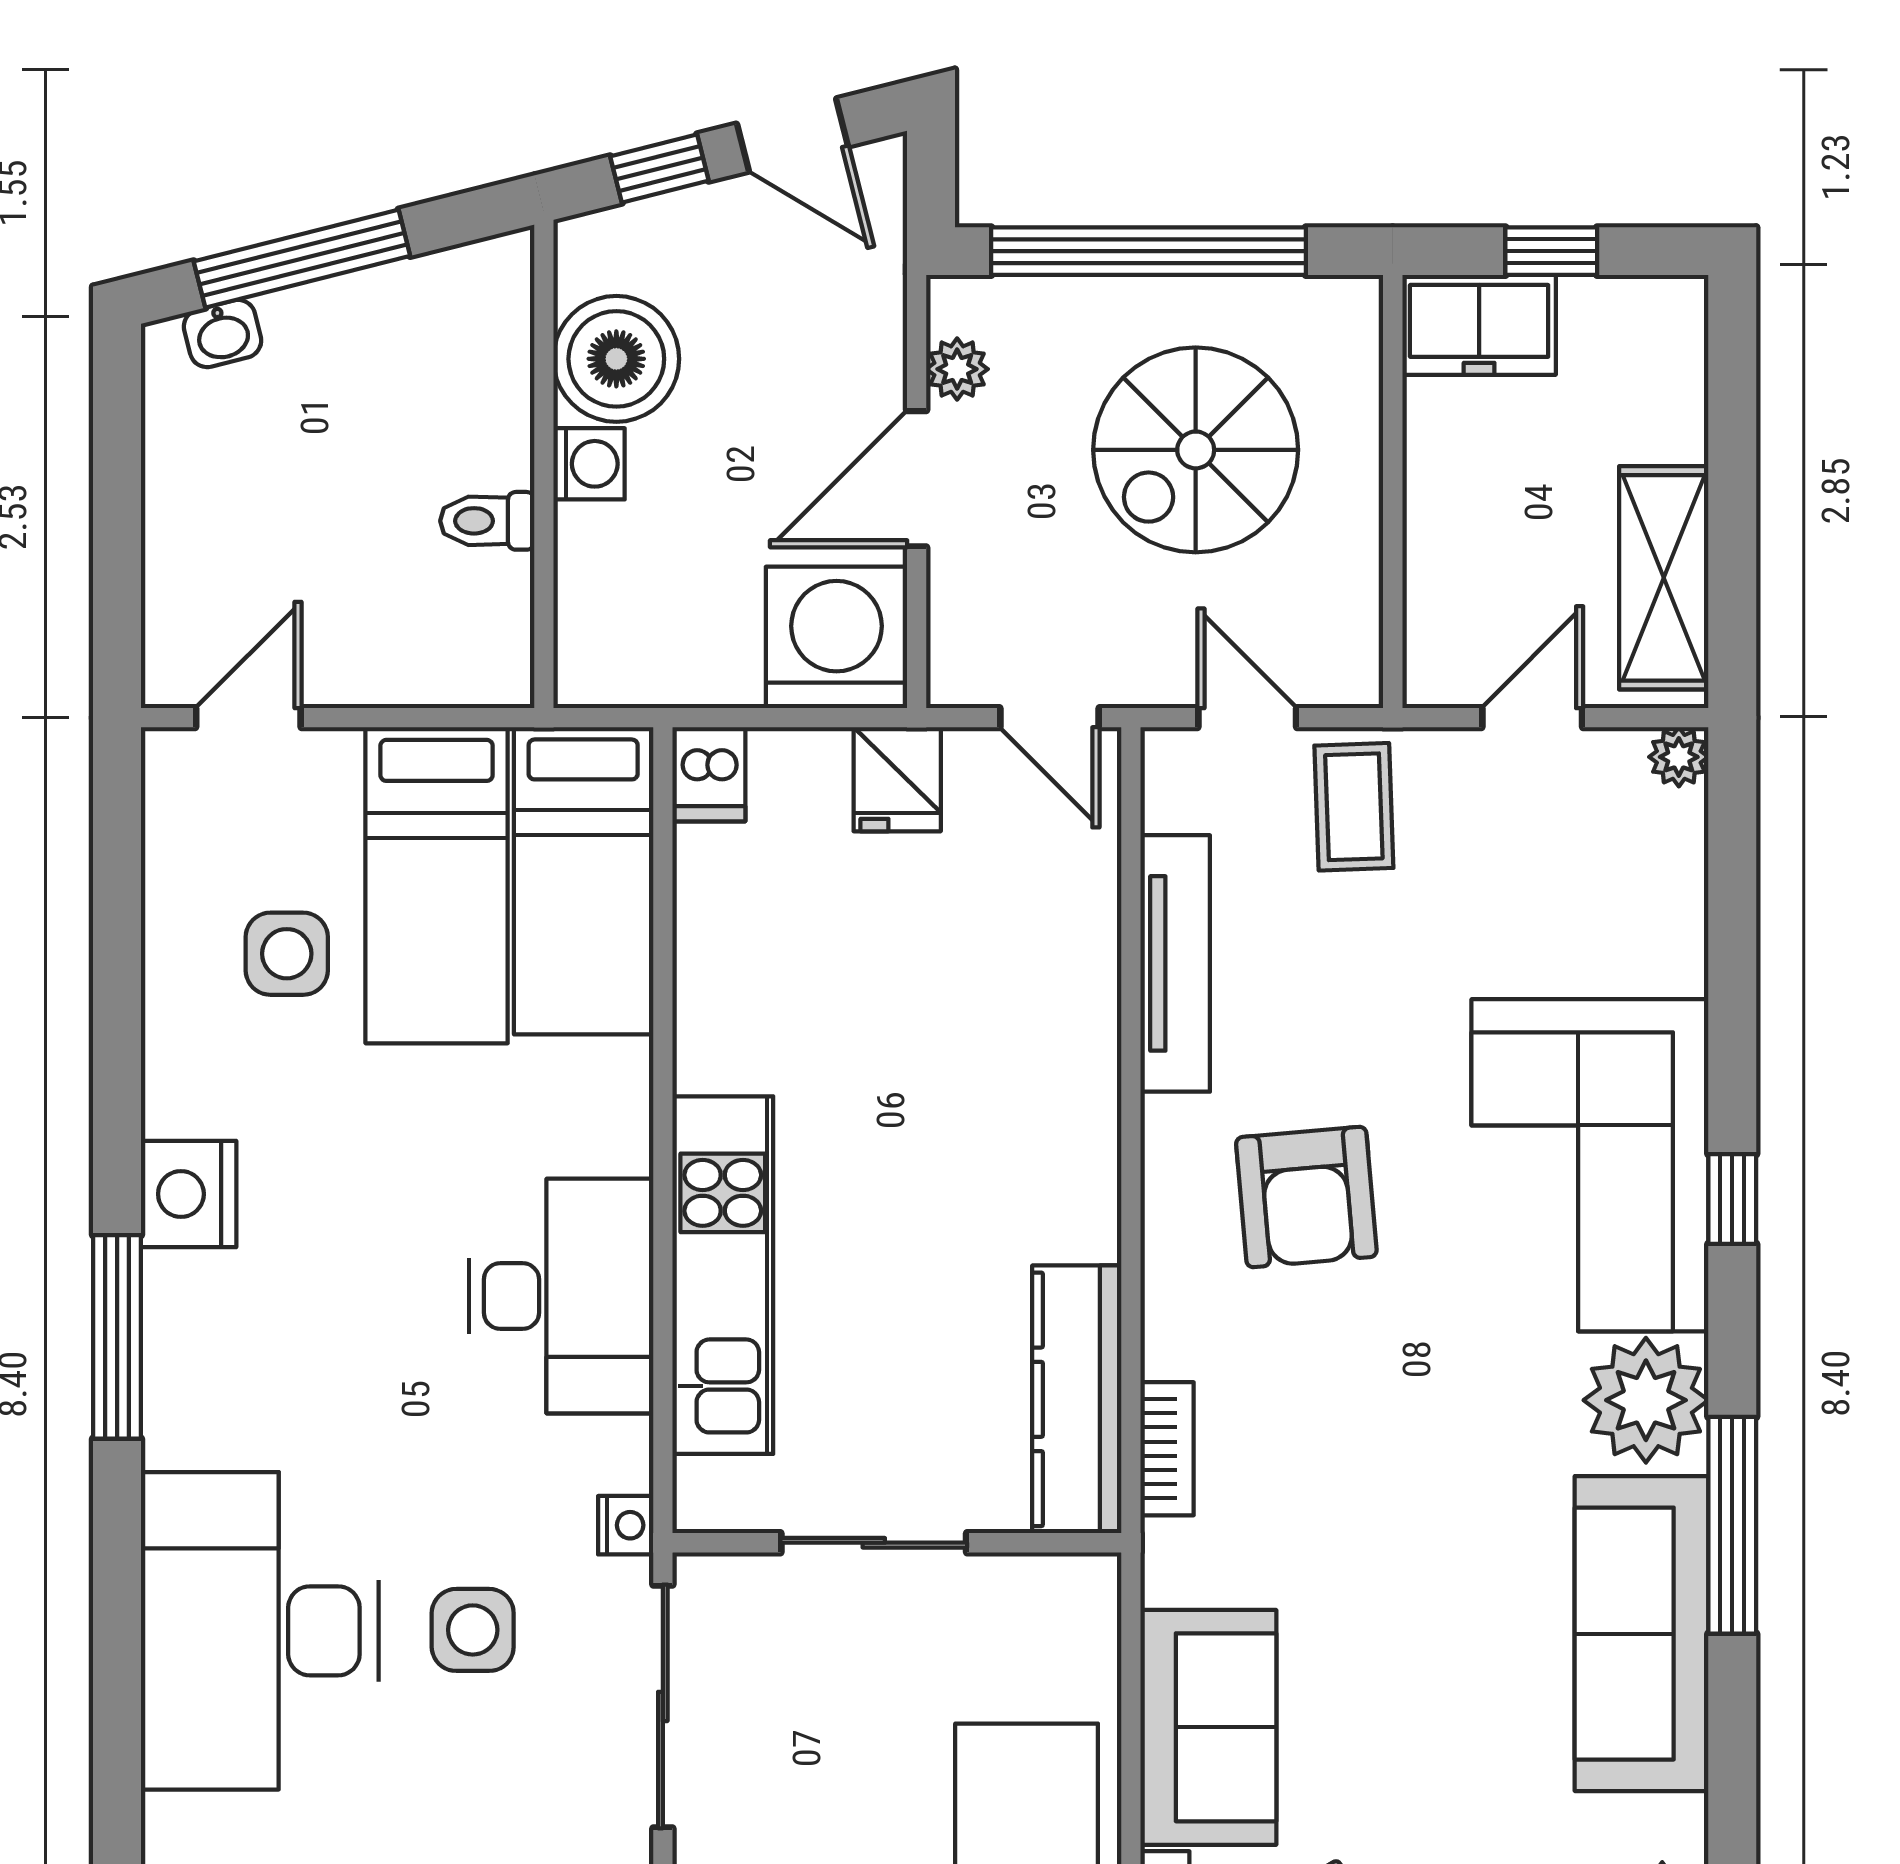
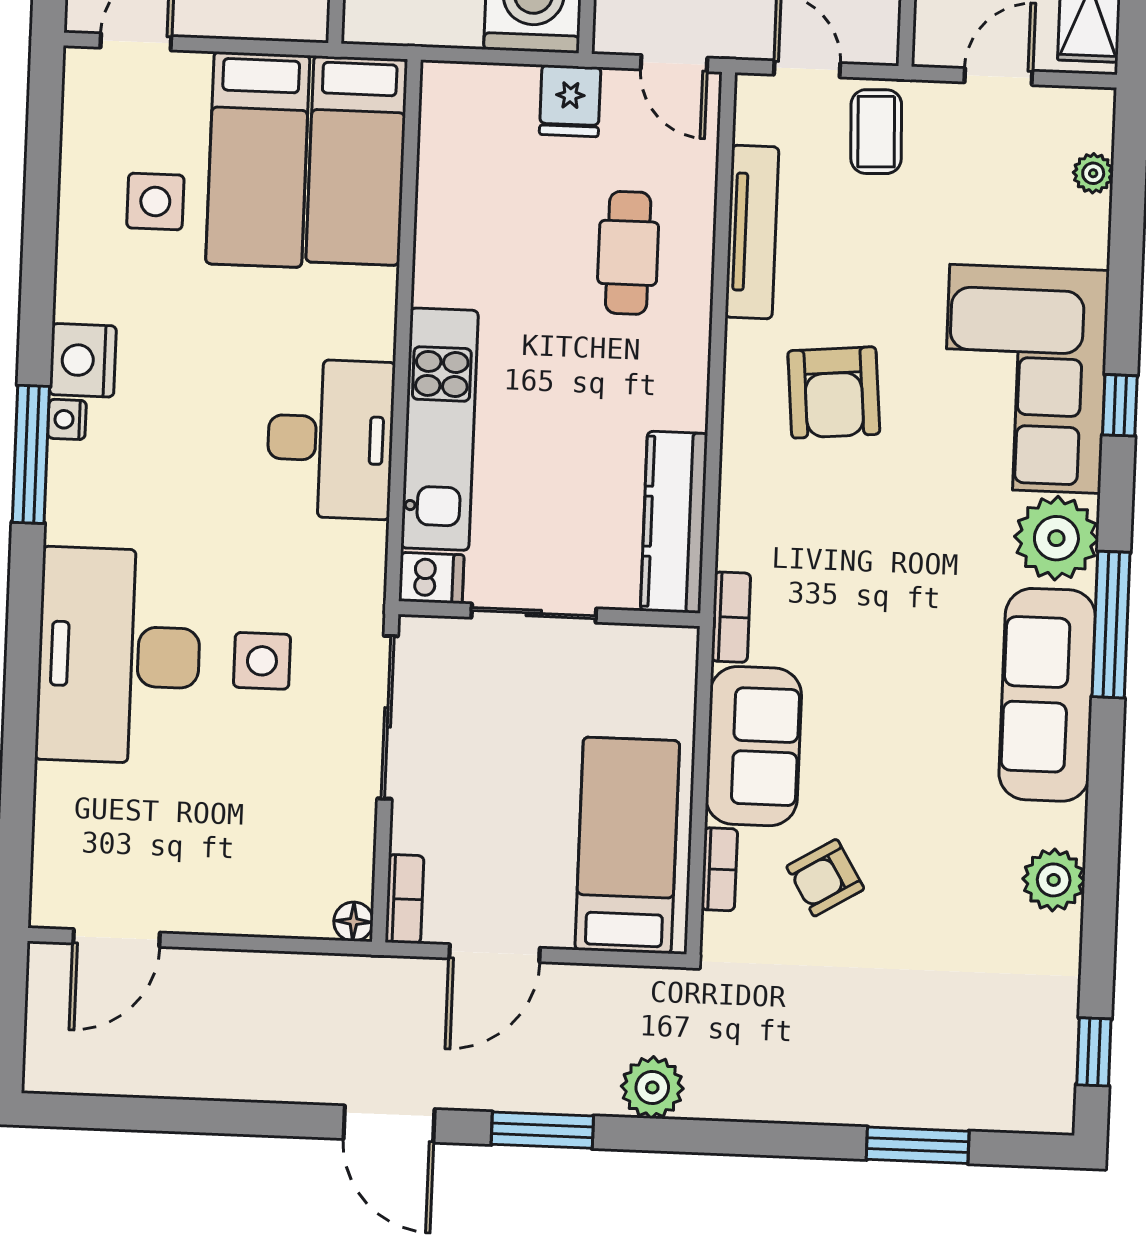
plant: (1679, 757) -> (1093, 173), moved
dishwasher: (709, 774) -> (431, 578), moved, turned -90
cafe table: (992, 1002) -> (628, 253), added
bookcase: (1167, 1449) -> (731, 617), moved
nightstand: (626, 1525) -> (67, 419), moved, turned 180

